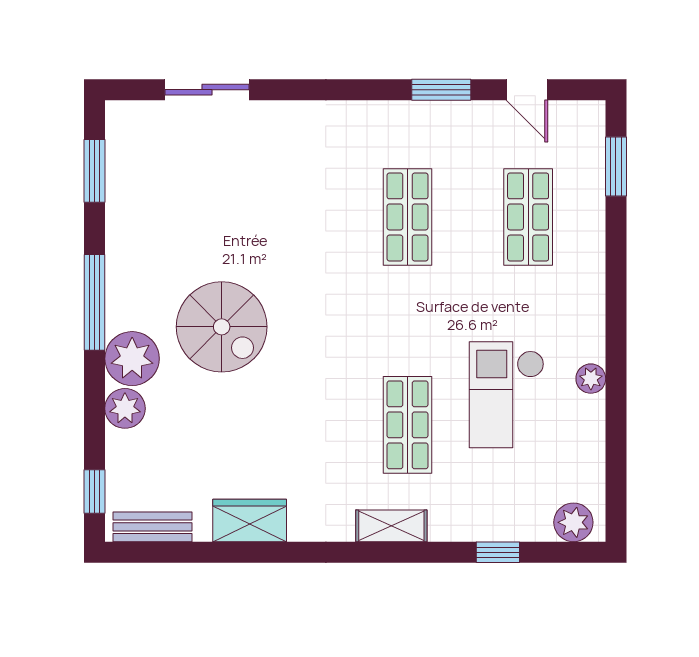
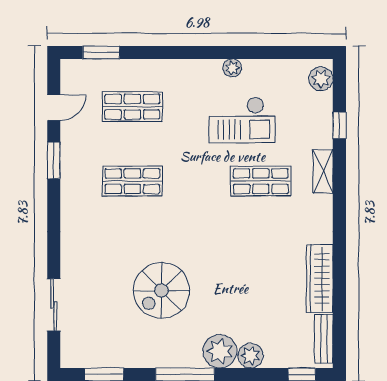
spiral stairs: (222, 327) -> (161, 290), moved, turned 180
wardrobe: (250, 521) -> (320, 279), width x1.50
shelving: (391, 526) -> (323, 171), moved

